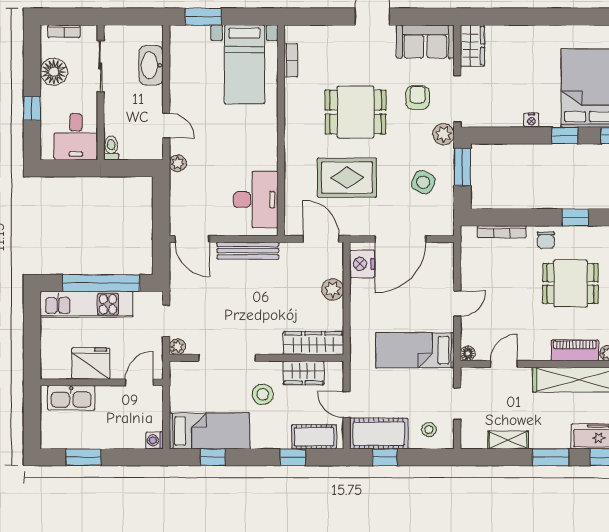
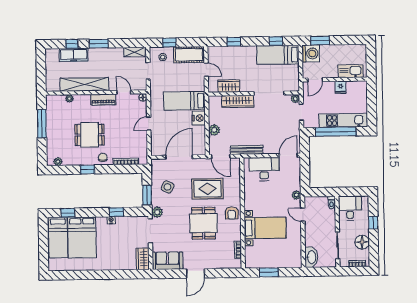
window: (203, 17) -> (269, 272), moved
bed with nightstands: (244, 64) -> (265, 228), moved, turned 90
washbasin: (151, 65) -> (311, 257), moved
armchair: (418, 98) -> (232, 213), moved
dining table: (356, 112) -> (204, 223), turned 90
window: (565, 135) -> (116, 212), moved
desk: (256, 200) -> (264, 169), moved, turned 90
door: (192, 239) -> (288, 155), hinge flipped
bench: (248, 251) -> (247, 150), moved
nightstand: (362, 264) -> (199, 118), moved
wardrobe: (313, 343) -> (238, 101), moved
bed: (415, 350) -> (184, 101), moved, turned 180
piano: (575, 350) -> (103, 100), moved
fridge: (91, 363) -> (341, 87), width x0.53, depth x0.75
door: (504, 364) -> (124, 92), swing flipped
stool: (263, 394) -> (250, 74), removed
cot: (314, 437) -> (223, 53), removed
washing machine: (155, 440) -> (311, 53), width x1.89, depth x1.89
shelving: (508, 440) -> (134, 52), moved
window: (83, 457) -> (320, 40), moved
window: (385, 457) -> (169, 43), moved

